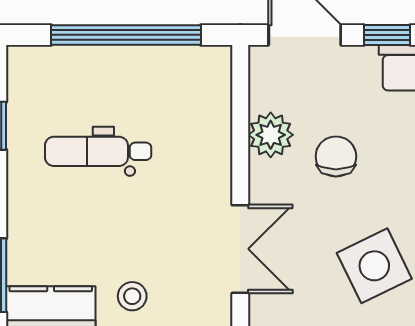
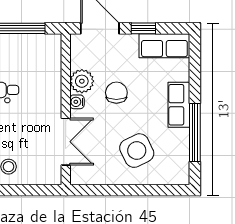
water cooler: (261, 174) -> (77, 102), added

